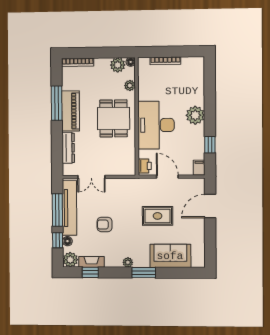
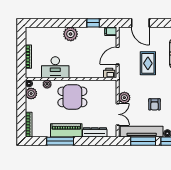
desk: (156, 125) -> (55, 67), moved, width x0.73, depth x0.77
plant: (113, 186) -> (124, 98), added

